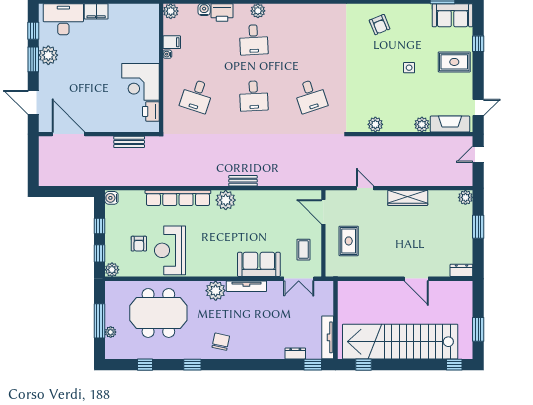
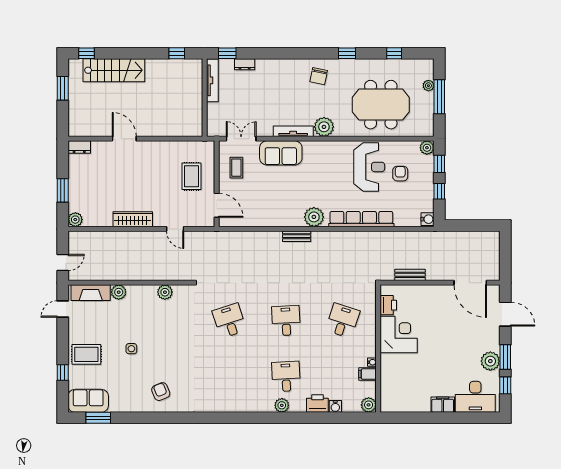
stairs: (400, 342) -> (114, 70), width x0.54, depth x0.66

